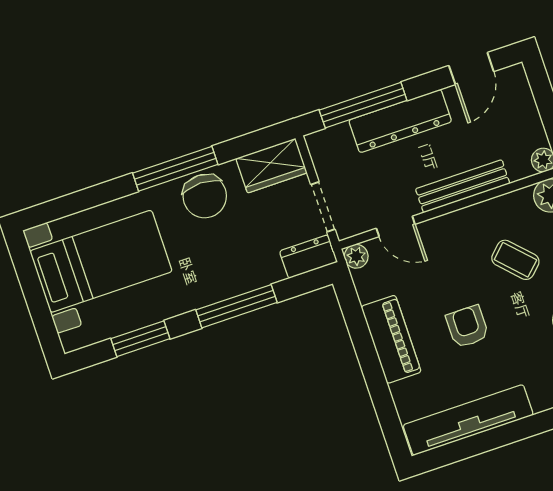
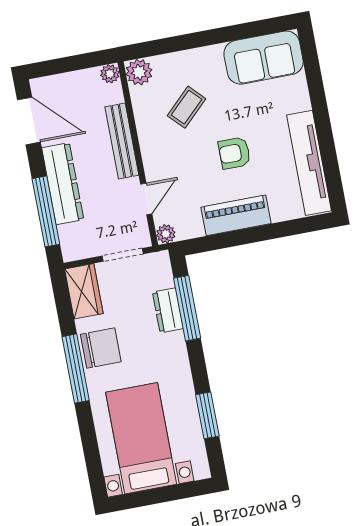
door: (471, 69) -> (29, 121), width x1.38
dresser: (308, 256) -> (168, 310), moved
window: (236, 306) -> (187, 308), moved

